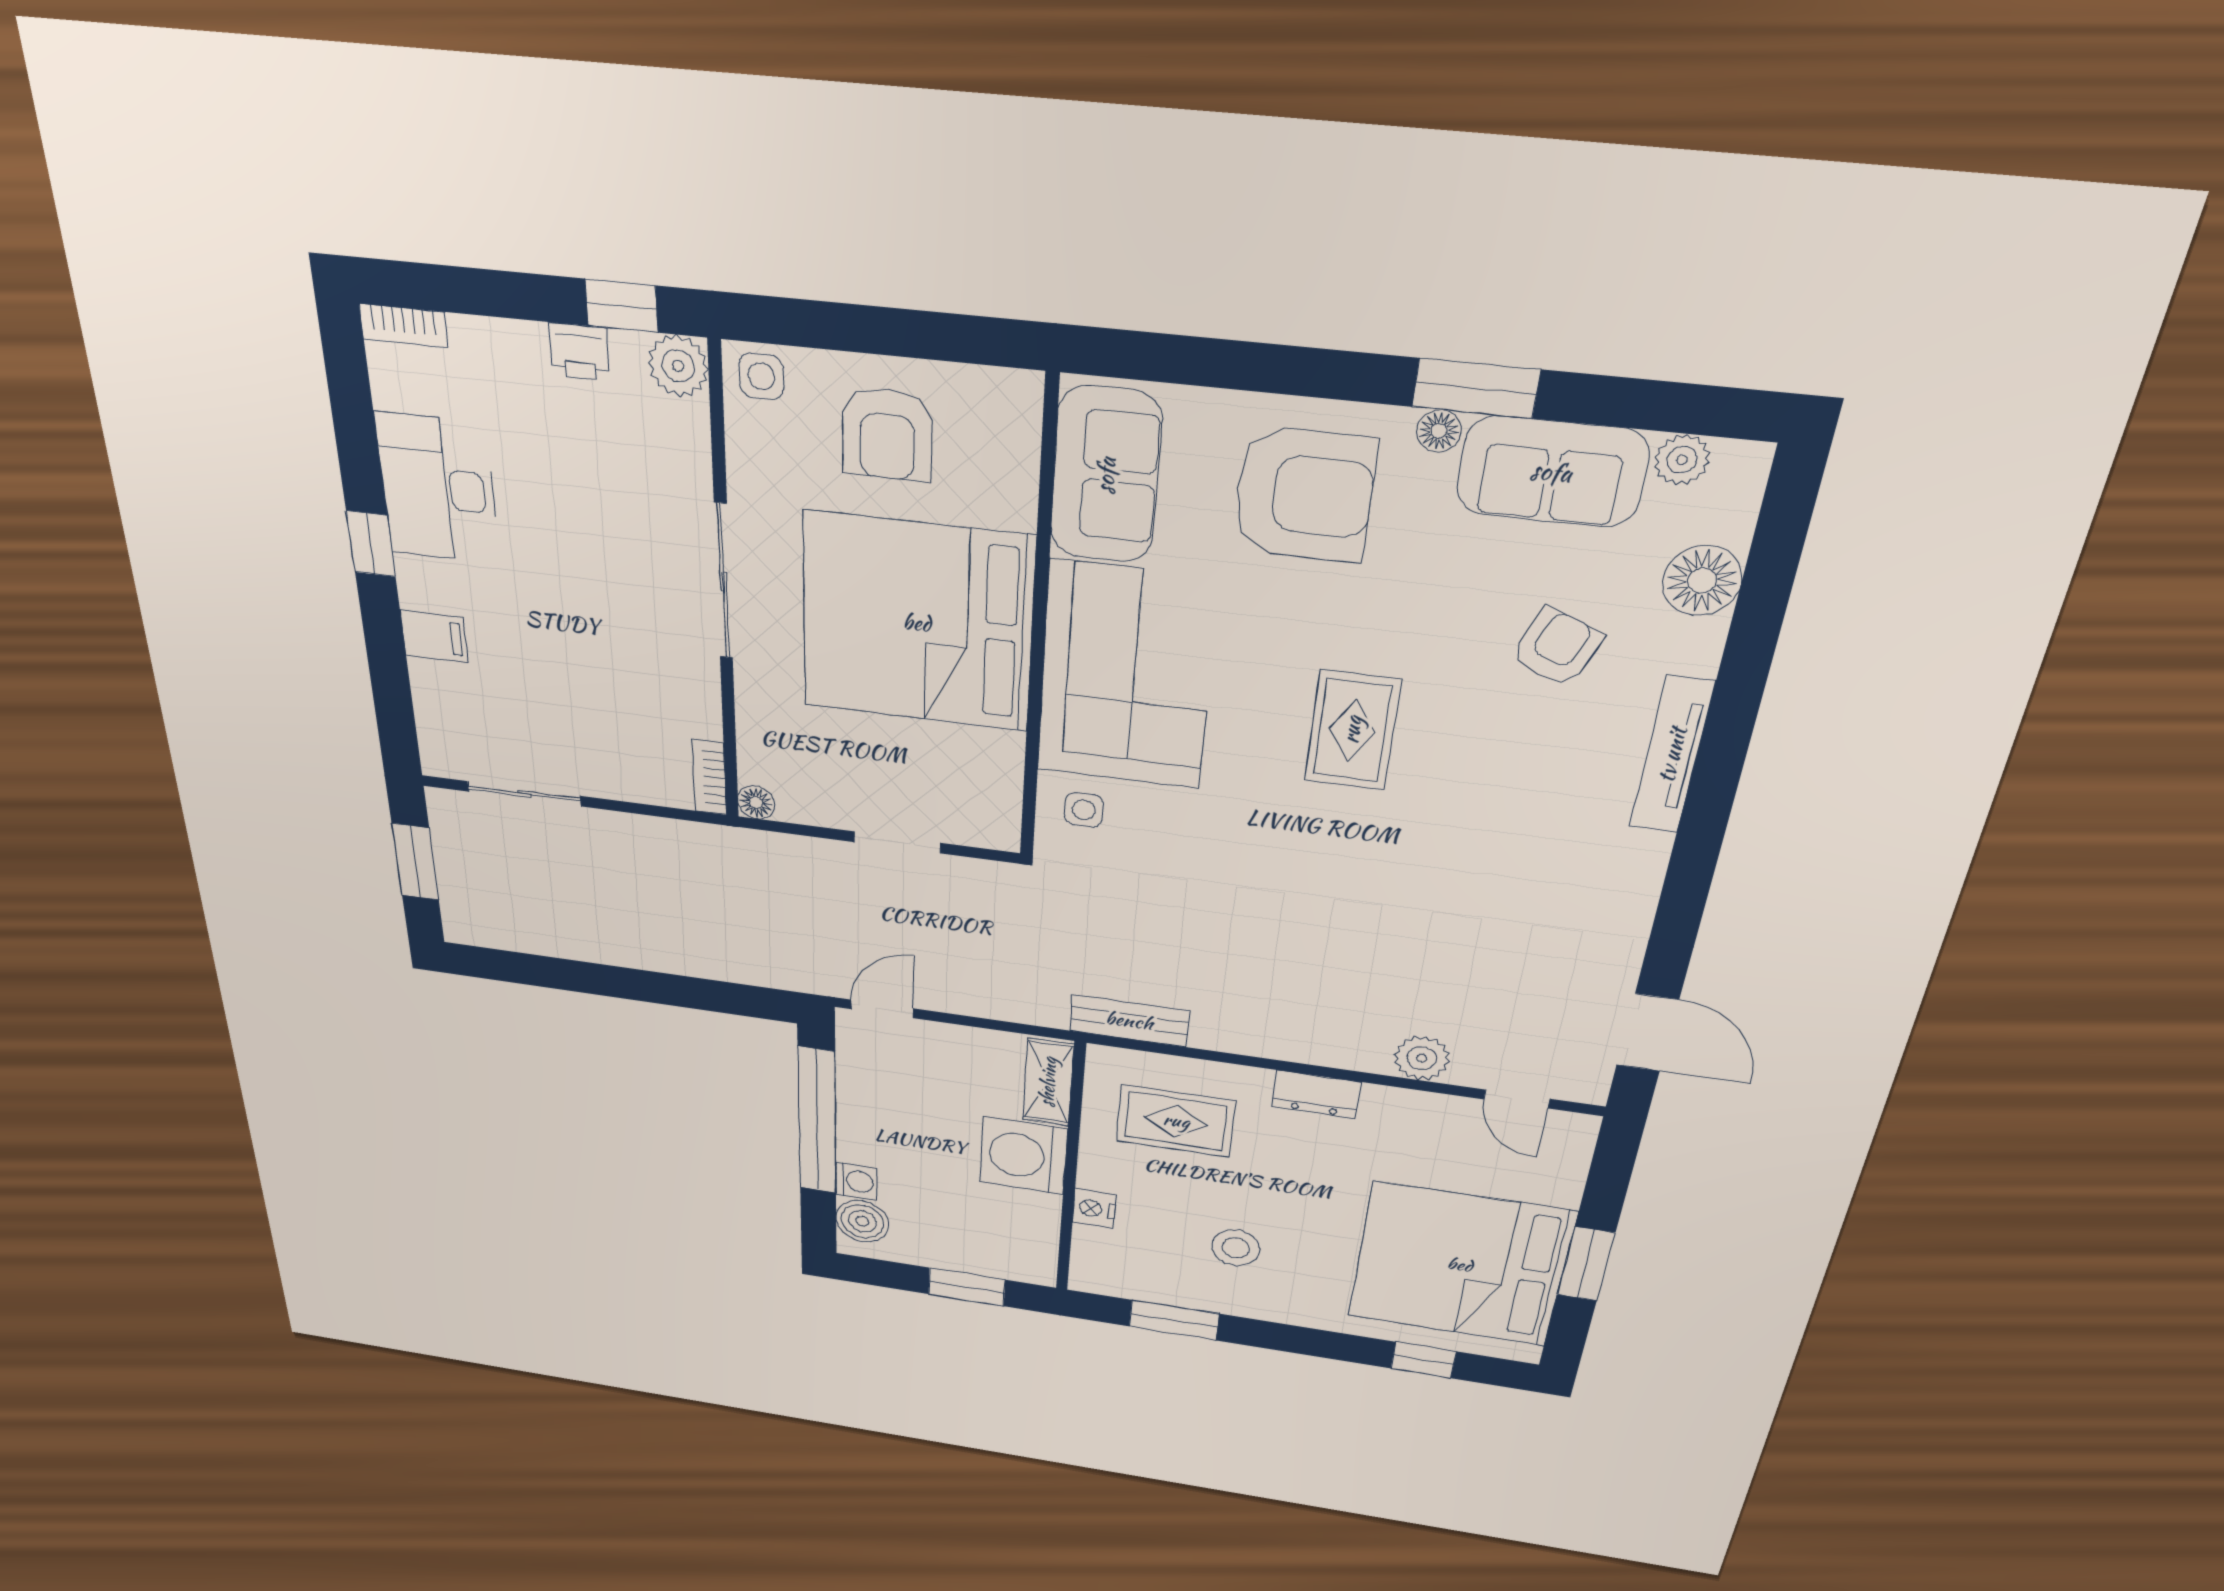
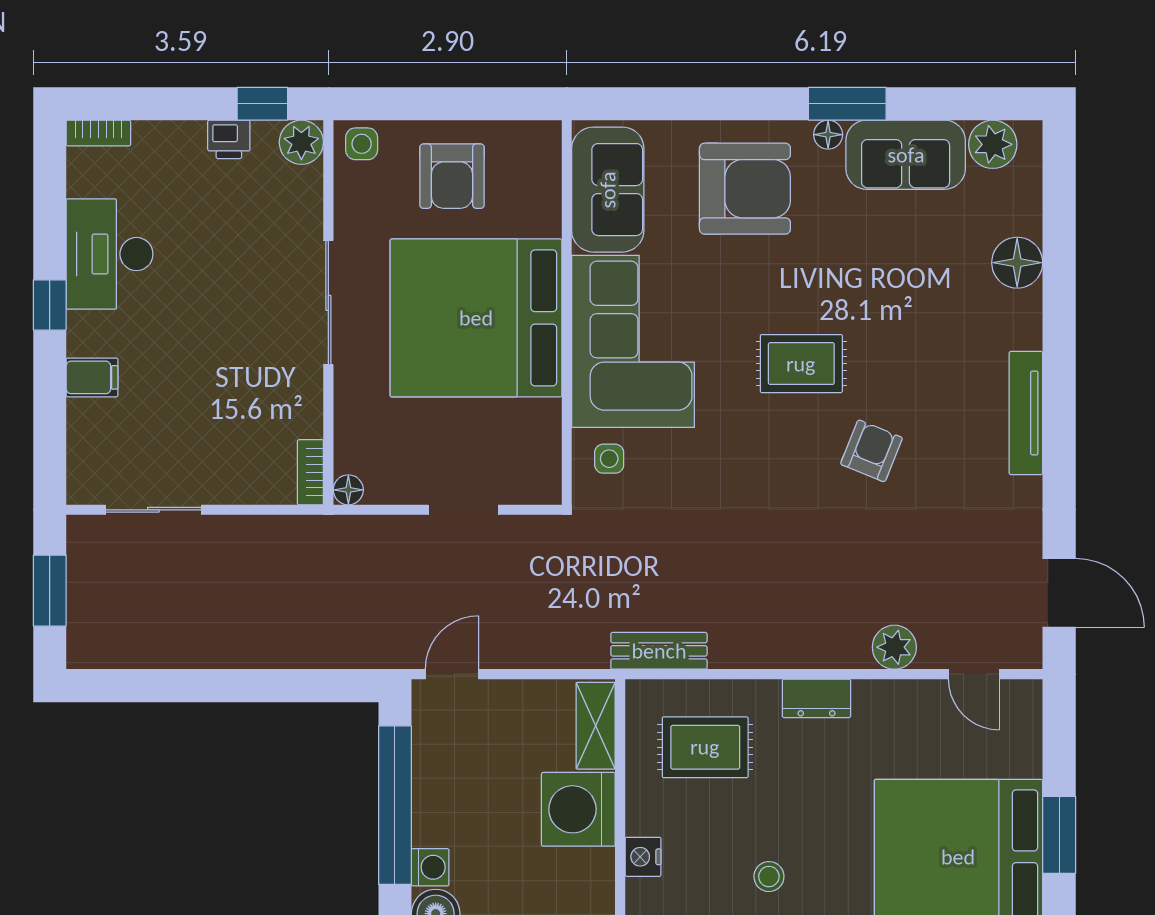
plant: (1682, 460) -> (993, 144), width x1.38, depth x1.38
floor lamp: (1702, 581) -> (1017, 263), moved
armchair: (1557, 648) -> (871, 451), moved
rug: (1352, 730) -> (801, 364), turned 90
tv unit: (1672, 755) -> (1026, 413), moved
stool: (1236, 1248) -> (769, 877), width x0.73, depth x0.73

